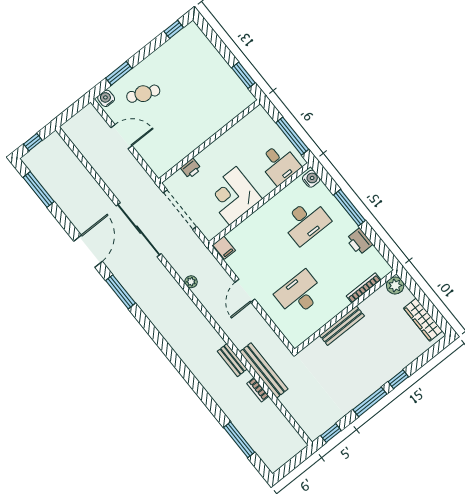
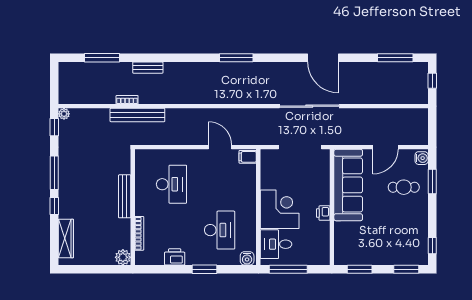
window: (212, 35) -> (406, 269), added
cafe table: (143, 94) -> (404, 187), turned 67
sofa: (179, 143) -> (348, 185), added
printer: (191, 168) -> (323, 213), moved
corner desk: (233, 196) -> (280, 209), moved
window: (350, 208) -> (204, 269), width x0.69
desk: (306, 222) -> (220, 230), turned 180
plant: (191, 282) -> (64, 114), moved
door: (245, 291) -> (220, 147), moved
window: (121, 292) -> (236, 58), moved
wardrobe: (423, 320) -> (66, 238), moved, turned 90
bench: (232, 360) -> (148, 68), moved

